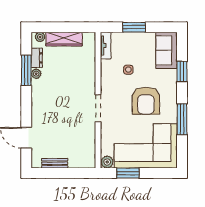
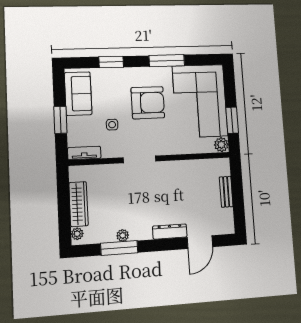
sofa: (167, 50) -> (78, 94), moved, turned -90
dresser: (37, 58) -> (170, 232), moved, width x1.44
doorway: (98, 108) -> (140, 159), moved
bench: (55, 163) -> (226, 192), moved

